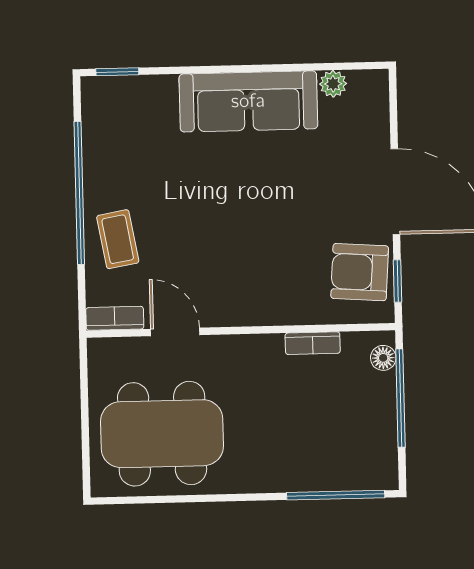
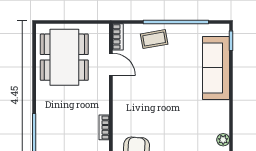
sofa: (248, 101) -> (216, 68), moved
door: (175, 332) -> (111, 64), hinge flipped

